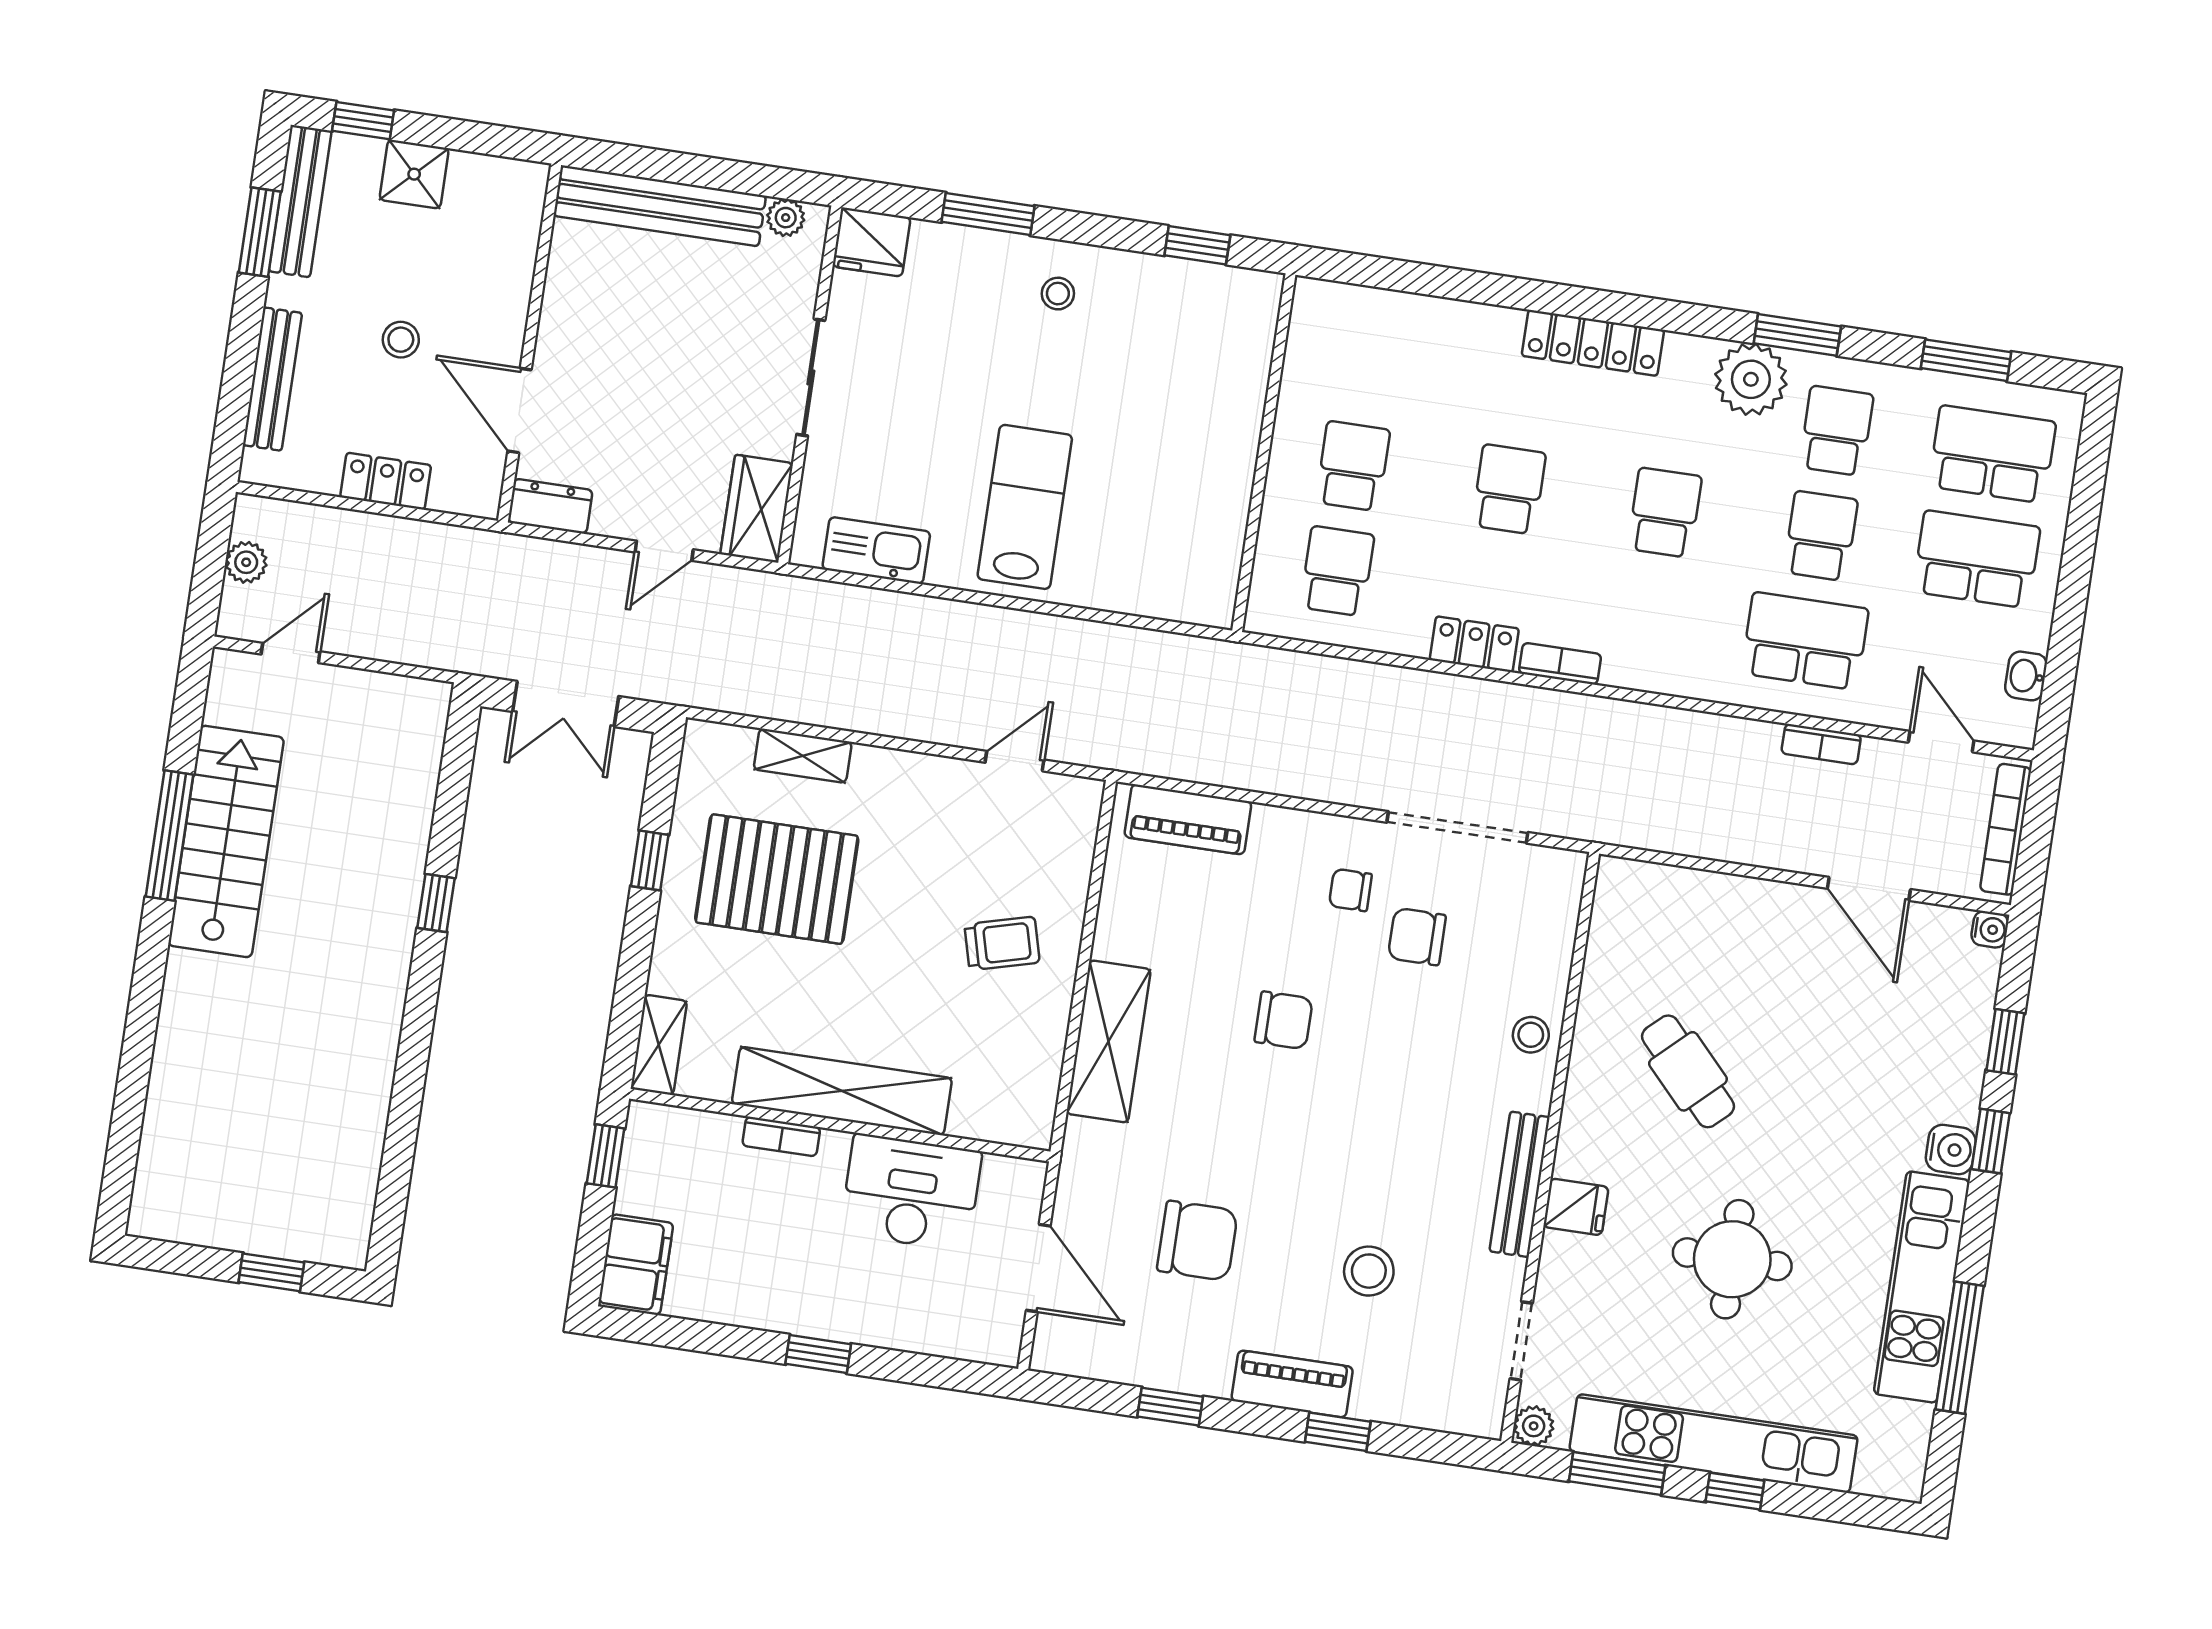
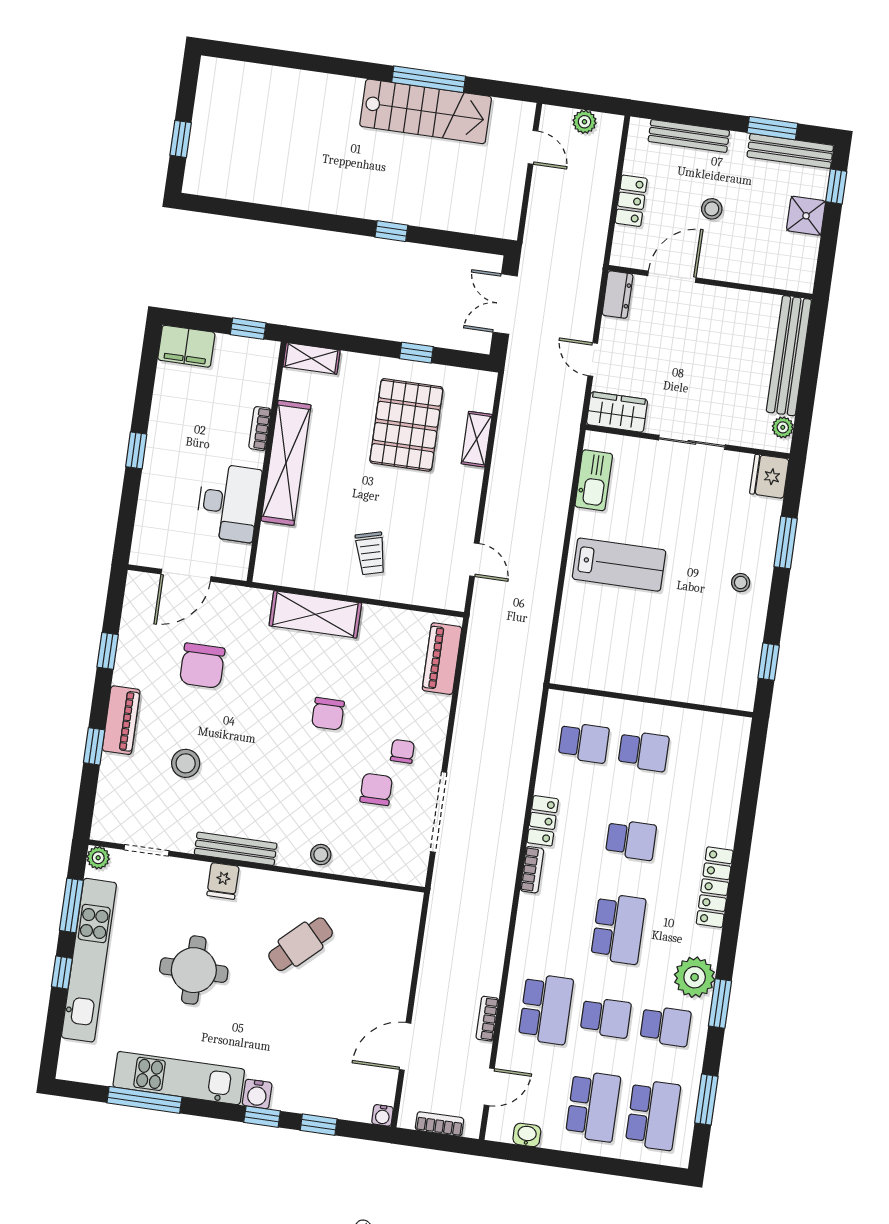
school desk: (1665, 513) -> (618, 929), width x1.85
bookcase: (2006, 829) -> (440, 1124), width x0.64

